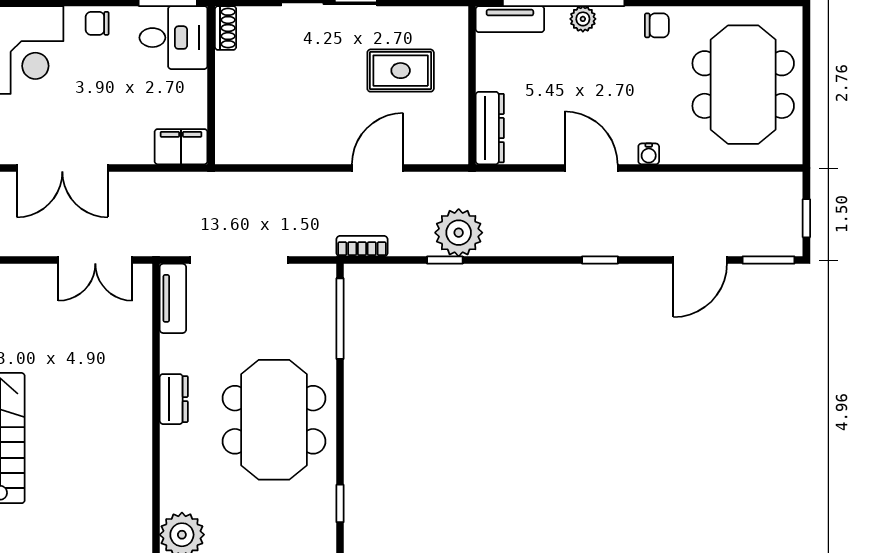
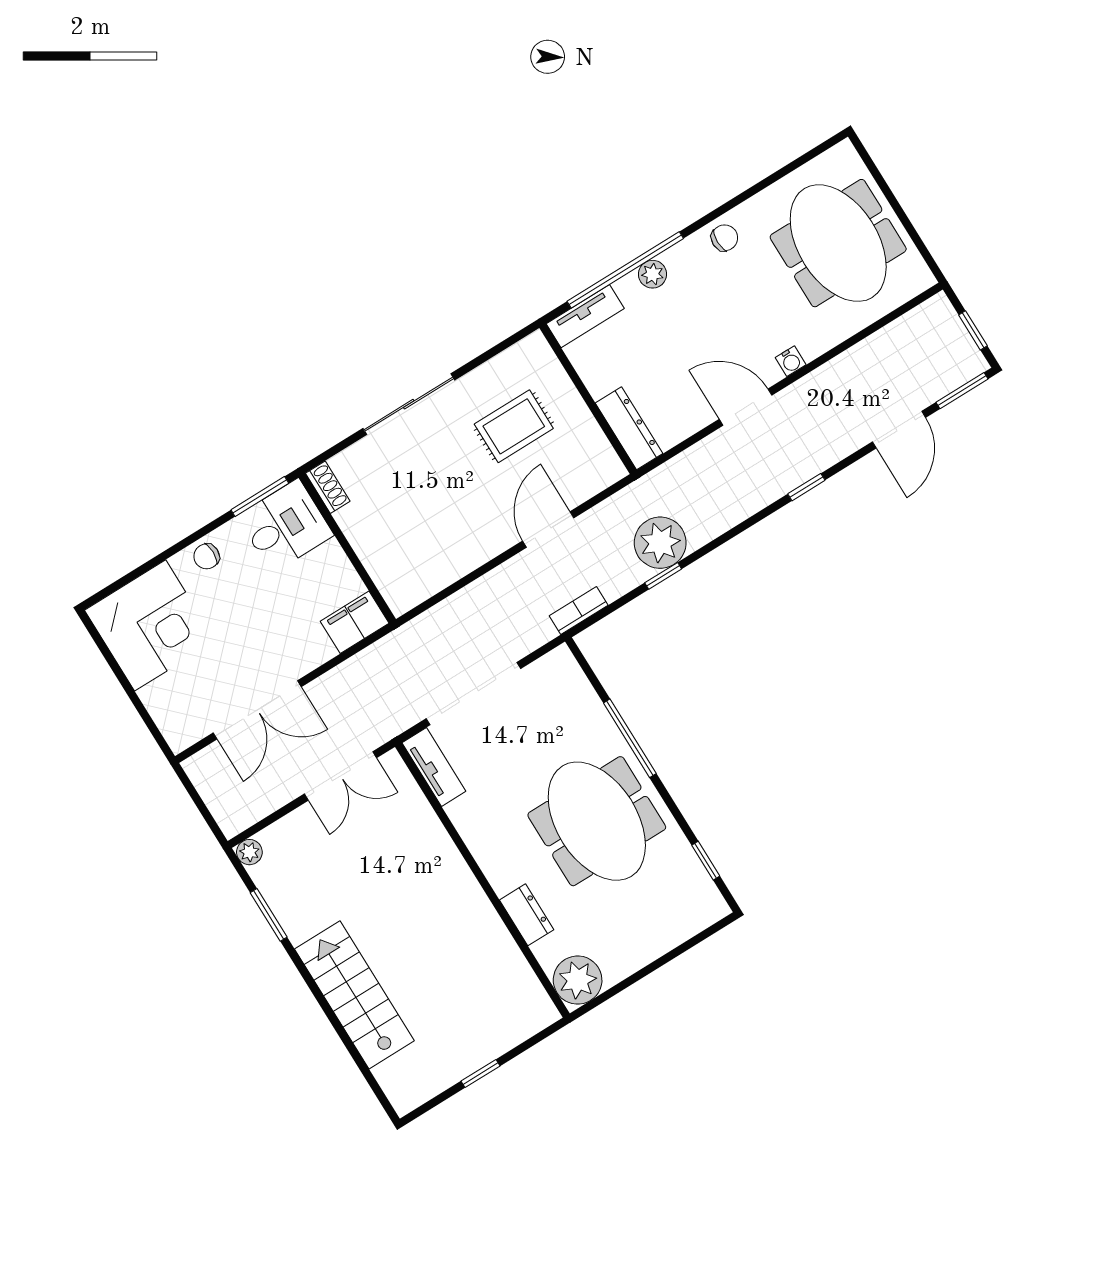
window: (340, 319) -> (630, 738), moved
dresser: (174, 399) -> (527, 915), moved

